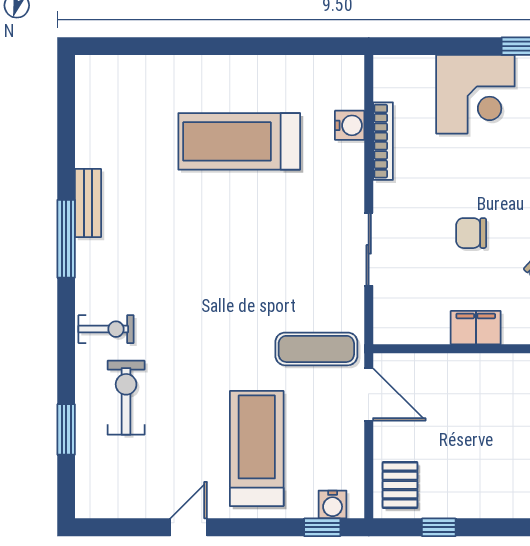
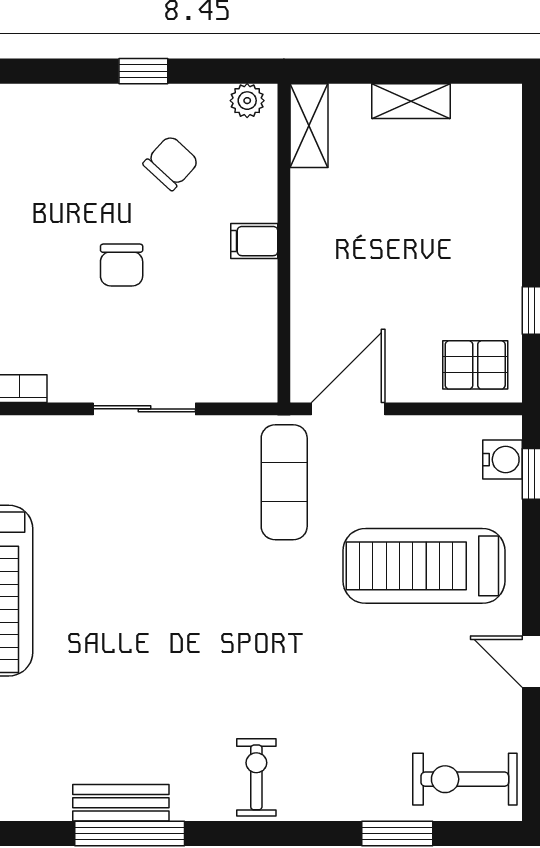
bench: (88, 203) -> (121, 803), moved
filing cabinet: (476, 328) -> (254, 241), width x0.50
exercise bike: (126, 398) -> (465, 779), moved

